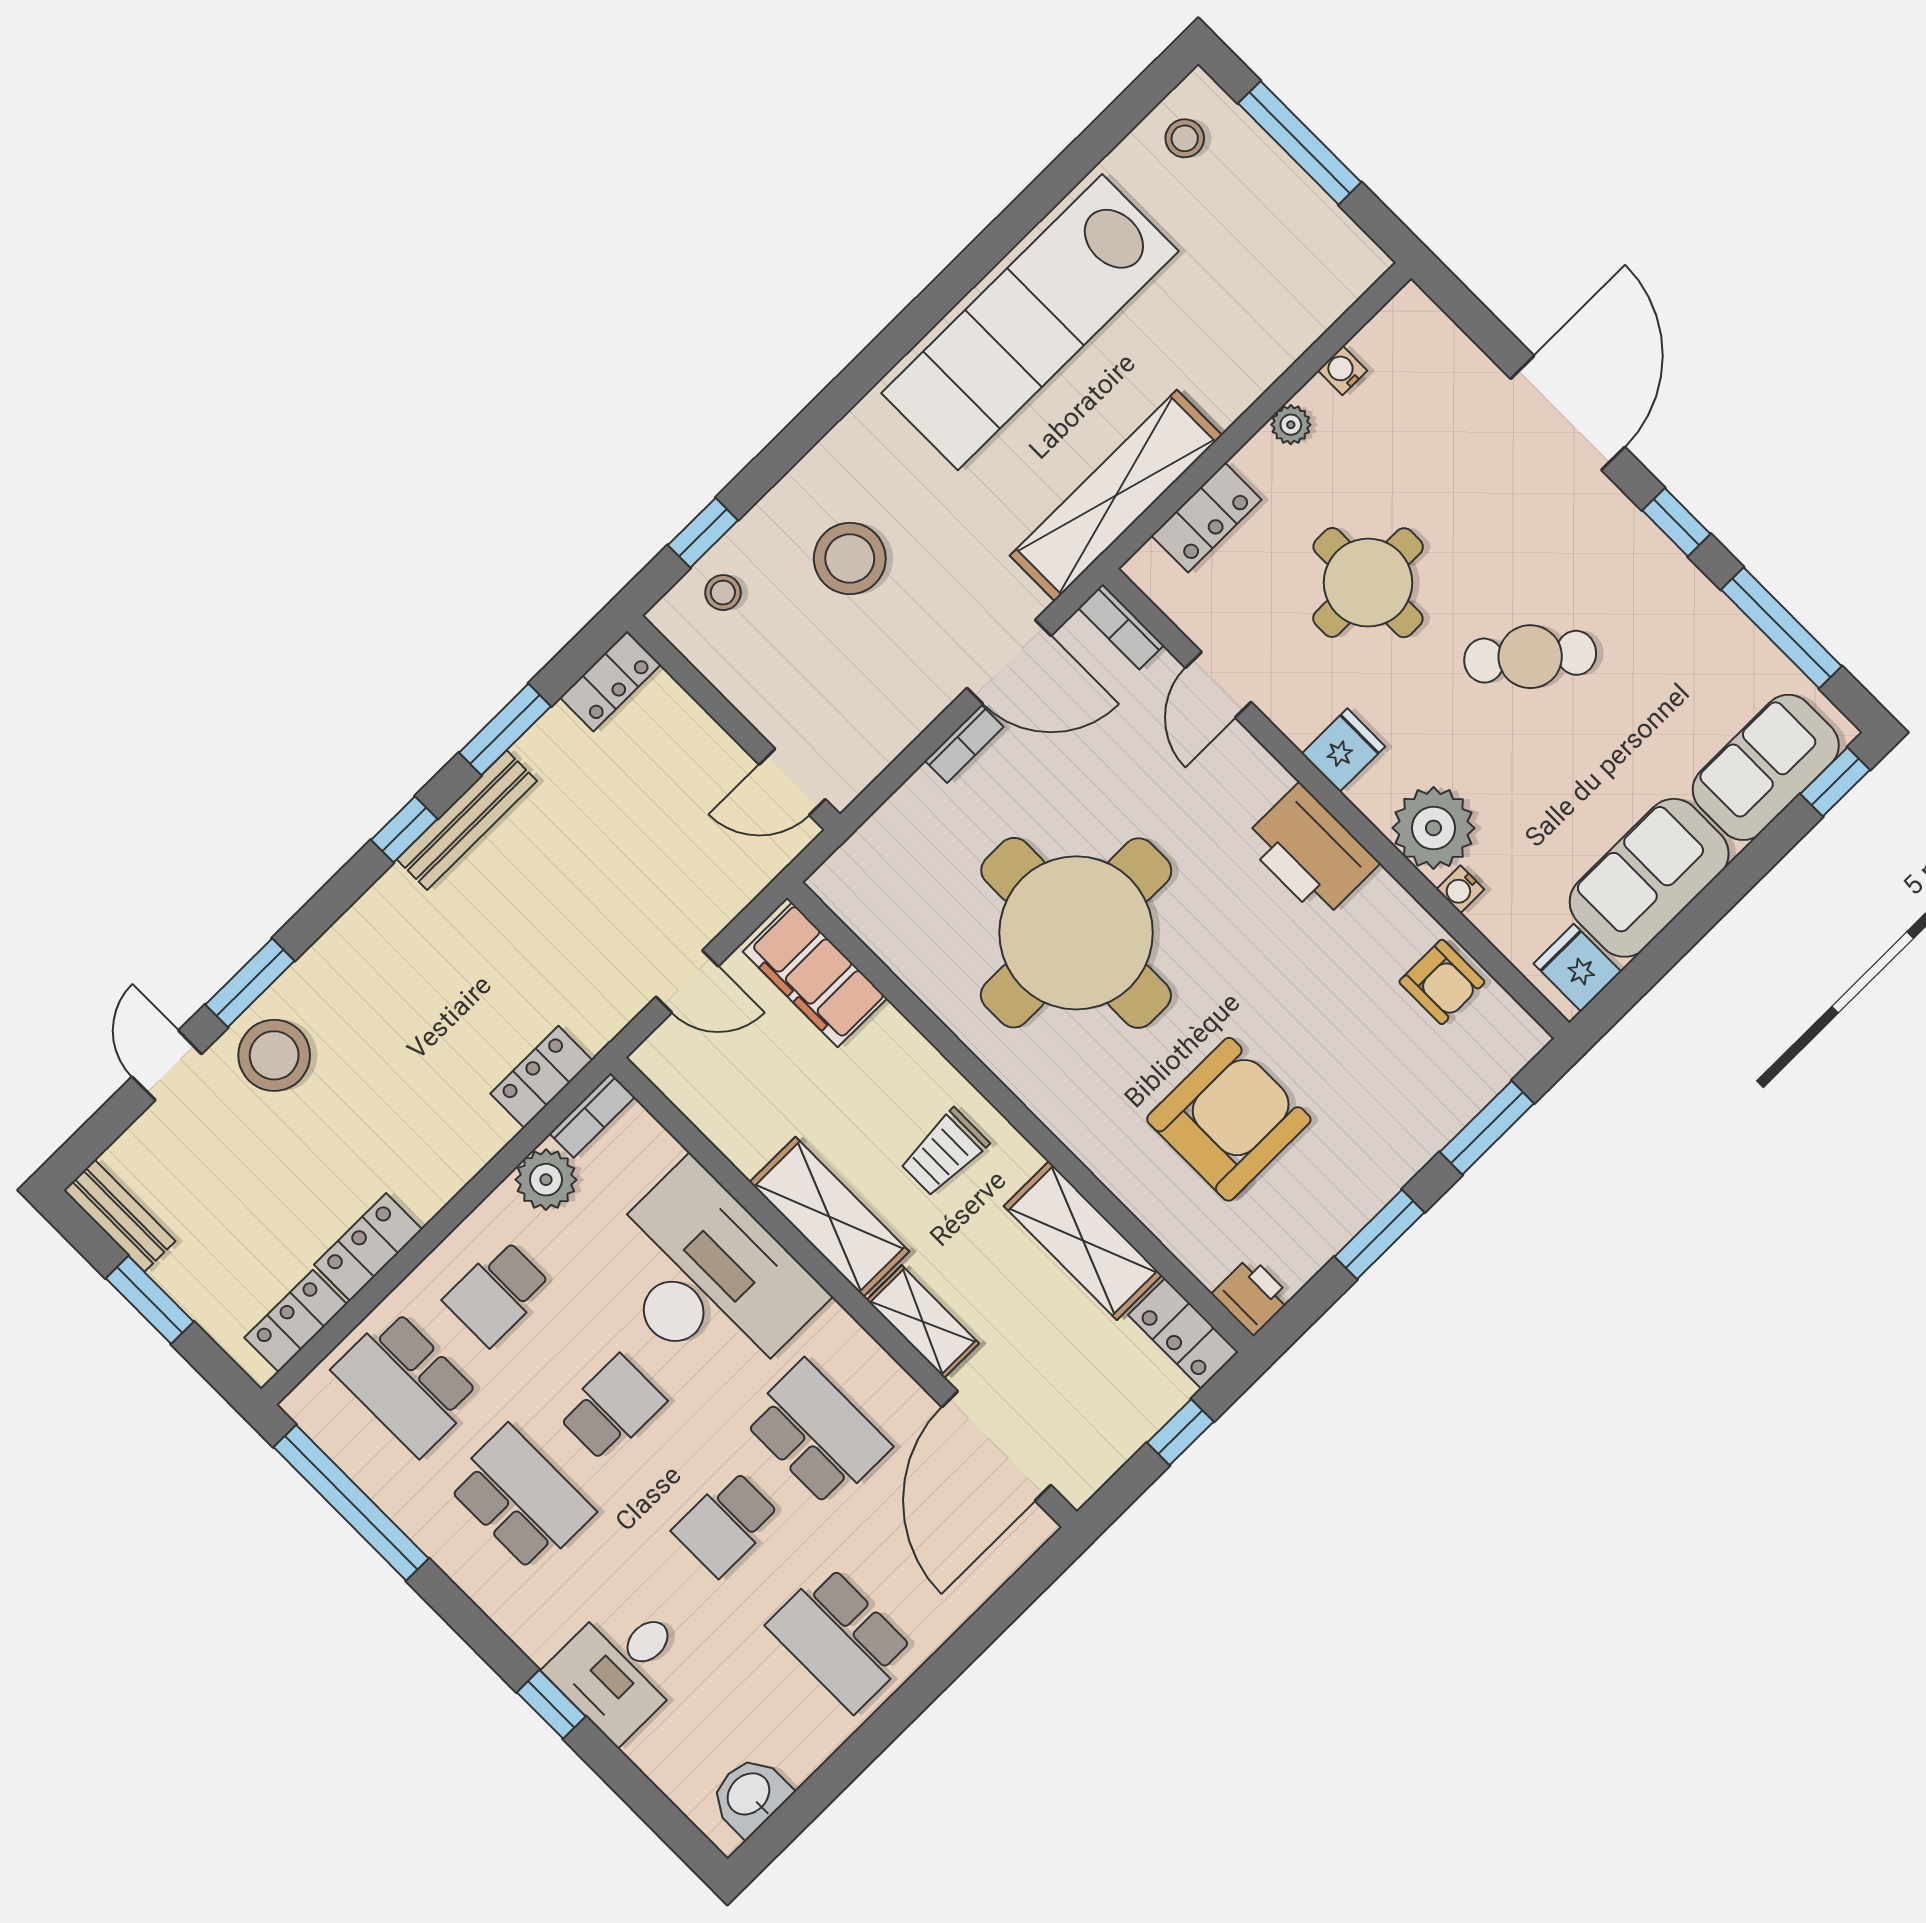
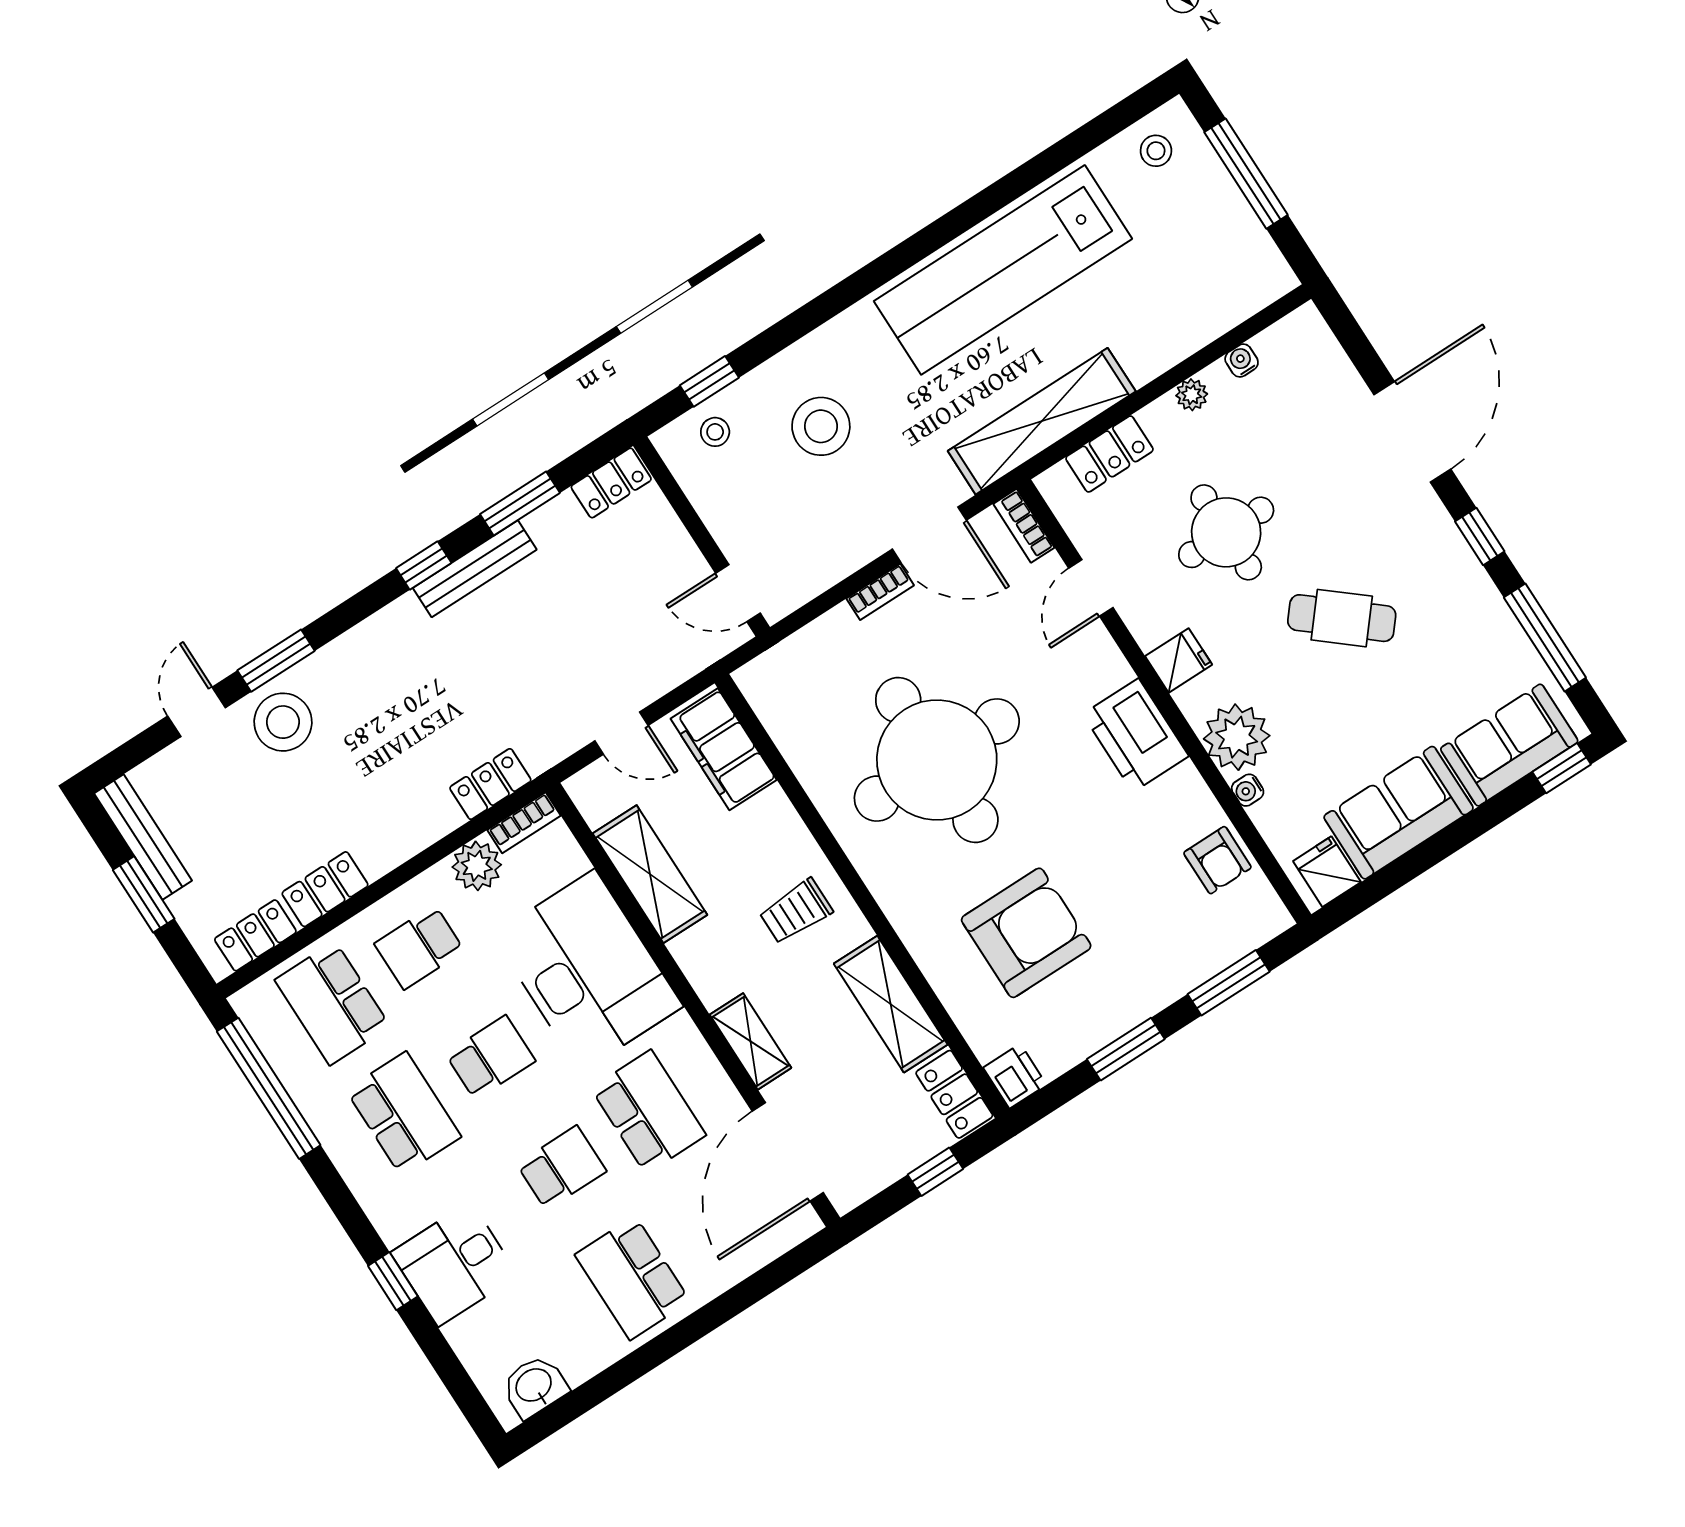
bench: (119, 1216) -> (143, 837), width x1.36
shelving: (829, 1217) -> (650, 874), moved
school desk: (726, 1524) -> (561, 1168), turned 180

